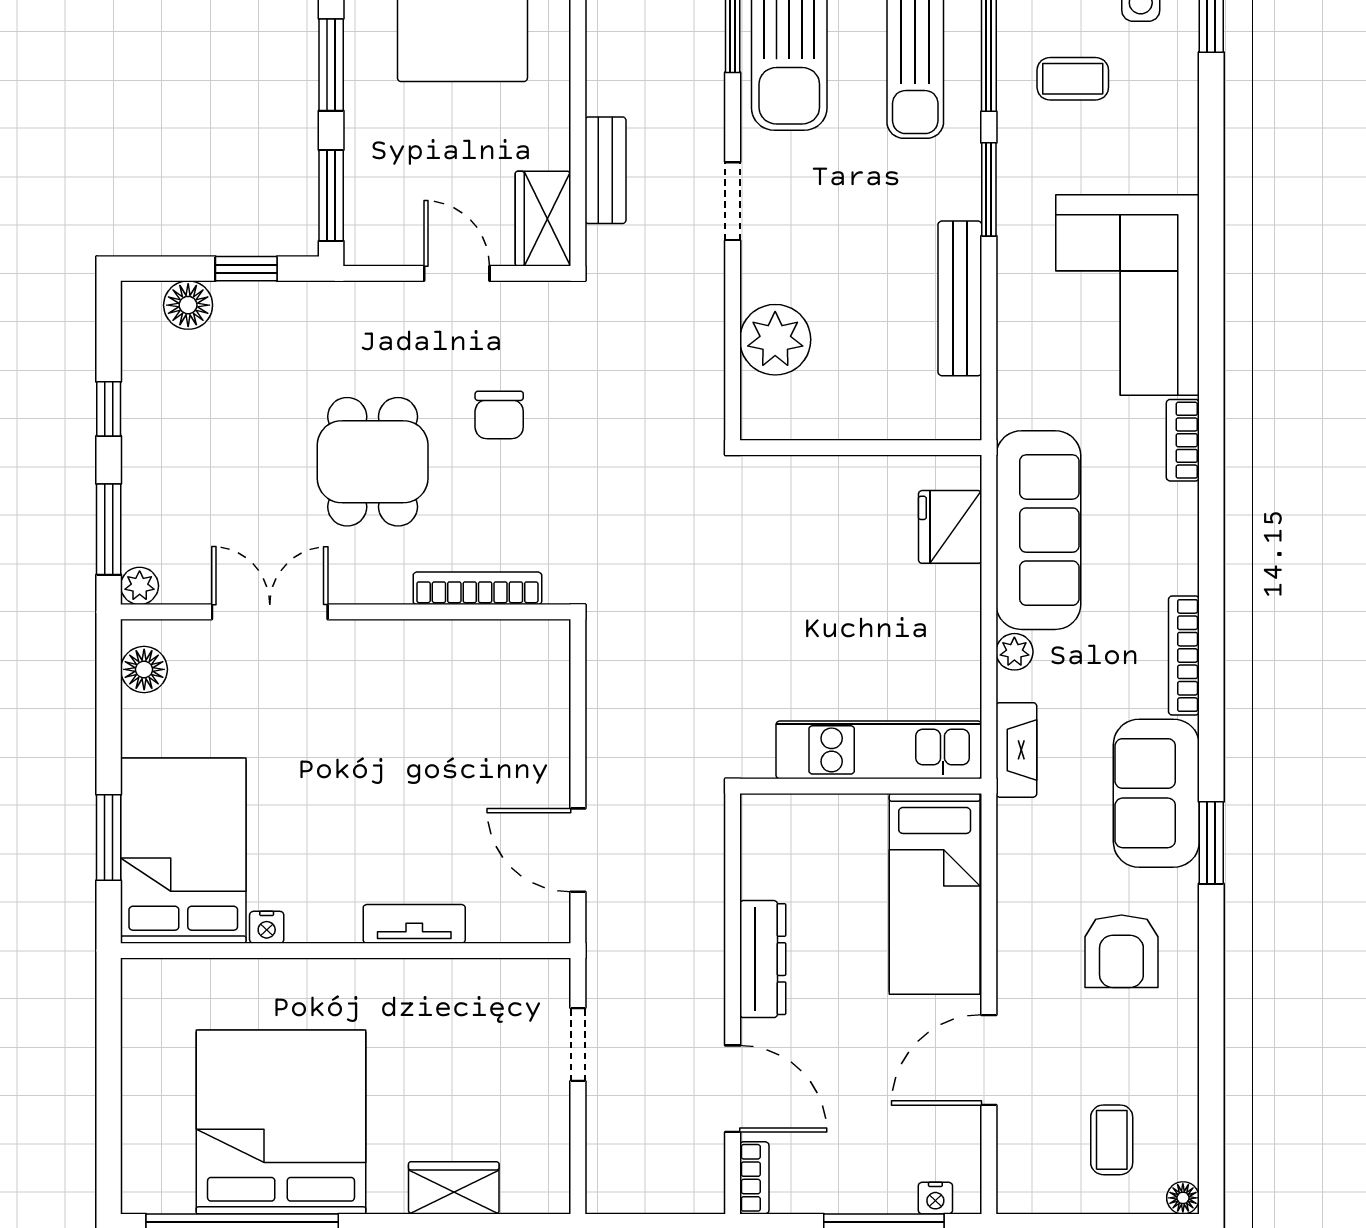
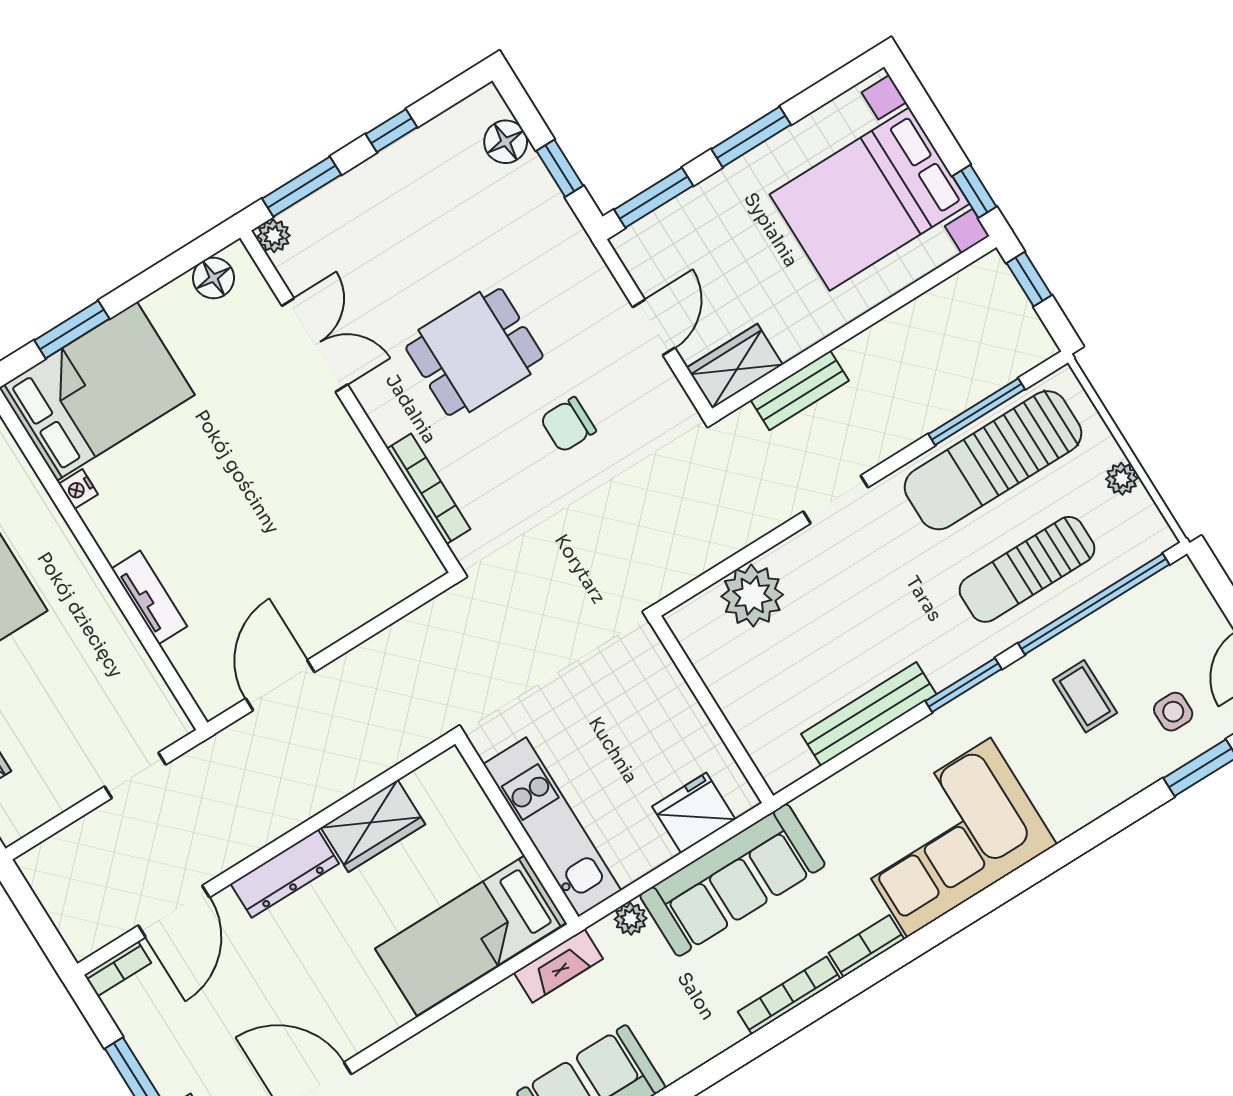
bookcase: (1184, 655) -> (789, 995), moved
kitchen unit: (879, 750) -> (552, 827), moved
wall: (861, 786) -> (517, 830), moved
wardrobe: (770, 845) -> (373, 826), added
bed: (935, 894) -> (471, 936), moved

